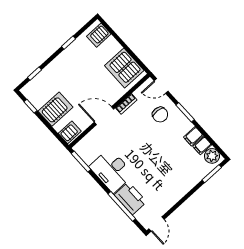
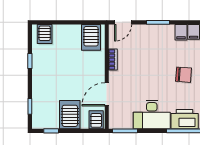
server rack: (124, 68) -> (91, 37), width x0.62
chair: (160, 115) -> (184, 75), moved
door: (104, 116) -> (107, 94), moved

